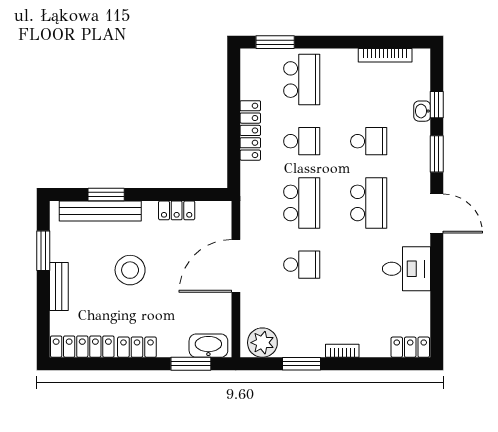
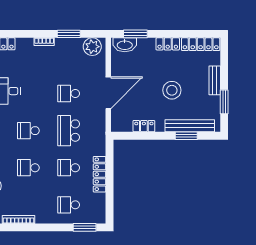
school desk: (302, 80) -> (69, 205), width x0.54
school desk: (369, 203) -> (28, 131), width x0.54

